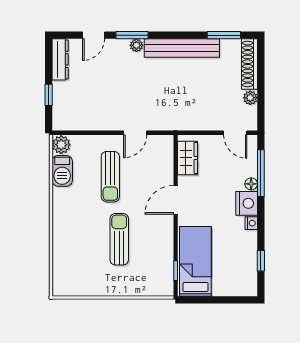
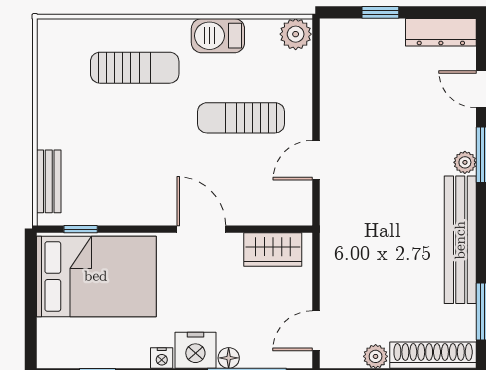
door: (135, 133) -> (316, 160), hinge flipped
barbecue: (62, 171) -> (218, 36), moved
sun lounger: (119, 239) -> (135, 68), moved
bed: (195, 261) -> (96, 276), width x1.50
bench: (148, 289) -> (49, 181), added

